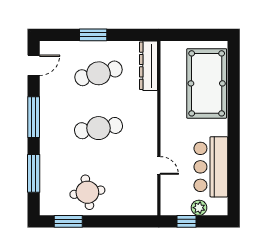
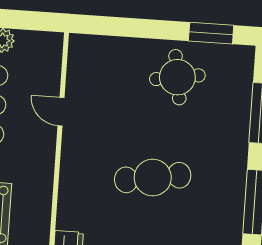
window: (187, 221) -> (24, 20), removed

